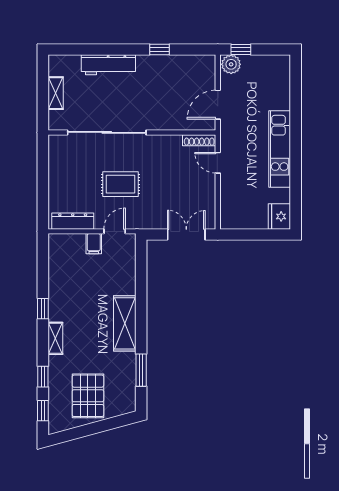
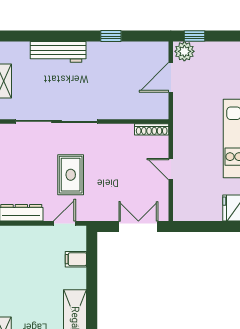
door: (218, 105) -> (171, 77), moved
door: (218, 163) -> (171, 169), moved
rug: (121, 184) -> (71, 175), turned 90
filing cabinet: (94, 244) -> (76, 259), moved, turned 90

